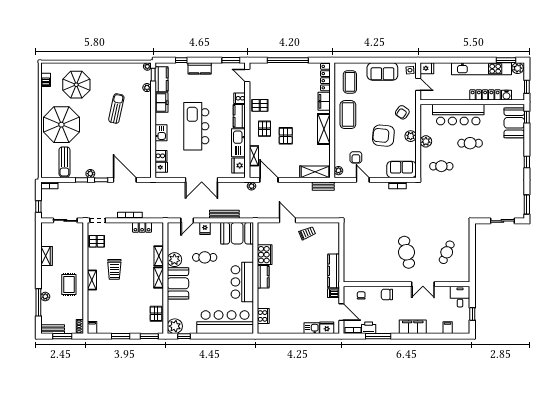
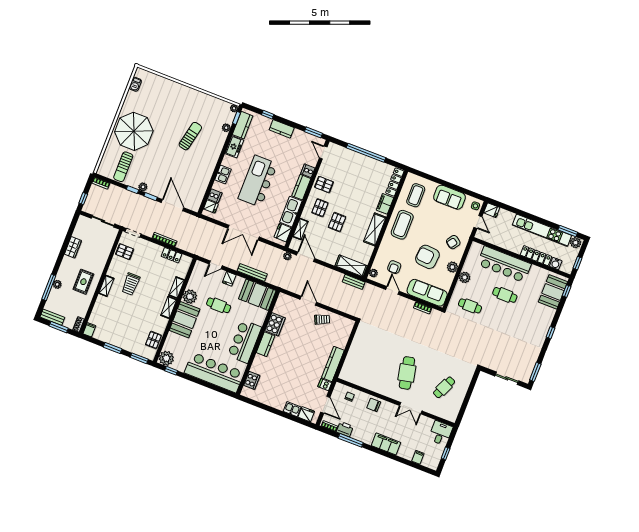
parasol: (76, 85) -> (162, 100), removed
sofa: (401, 169) -> (427, 293), width x1.36

